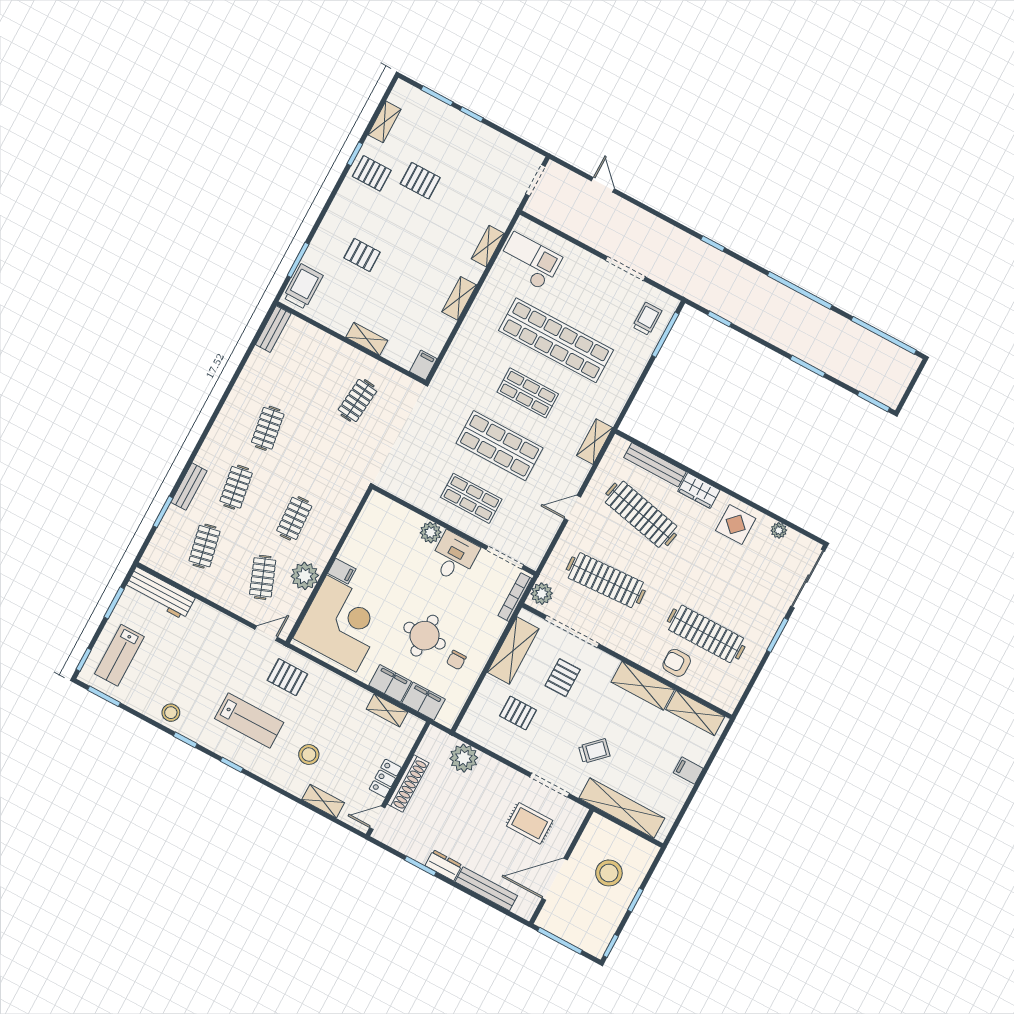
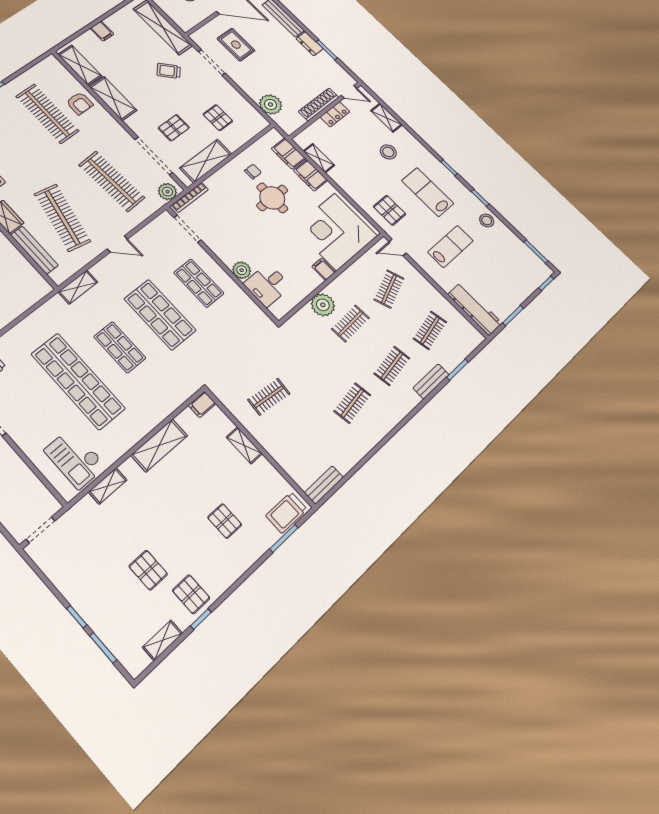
shelving: (459, 298) -> (159, 445), width x1.50, depth x1.33
desk: (454, 557) -> (267, 285), moved
plant: (305, 576) -> (323, 305), moved
lab bench: (119, 655) -> (451, 246), moved

